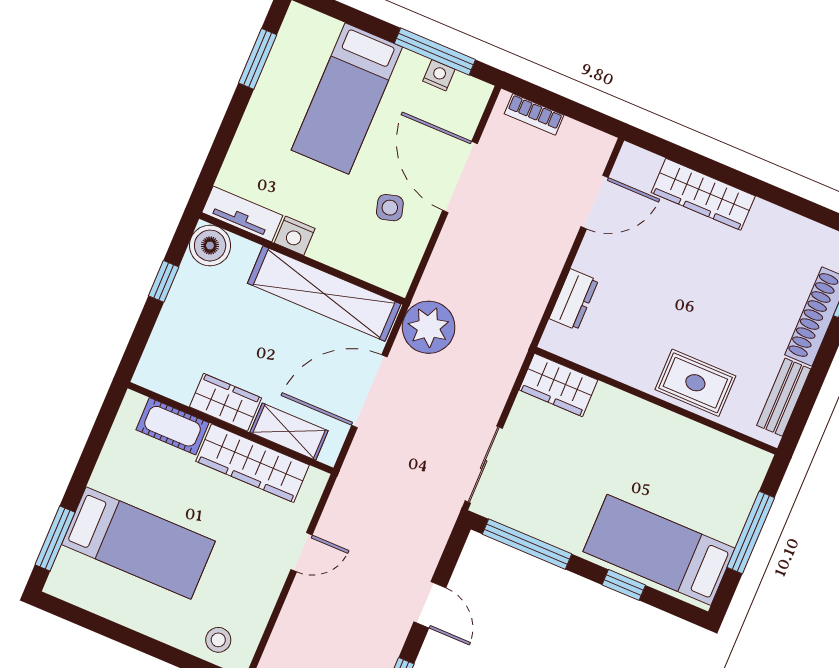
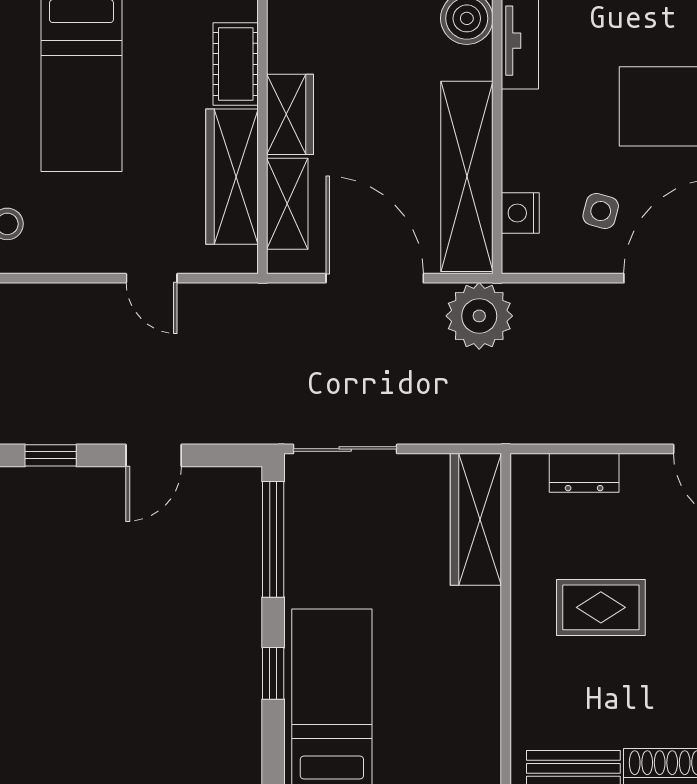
side table: (390, 208) -> (601, 211), turned 31
nightstand: (295, 236) -> (520, 213), moved
rug: (695, 383) -> (601, 607), moved, turned 90
wardrobe: (558, 385) -> (476, 519), width x1.50

